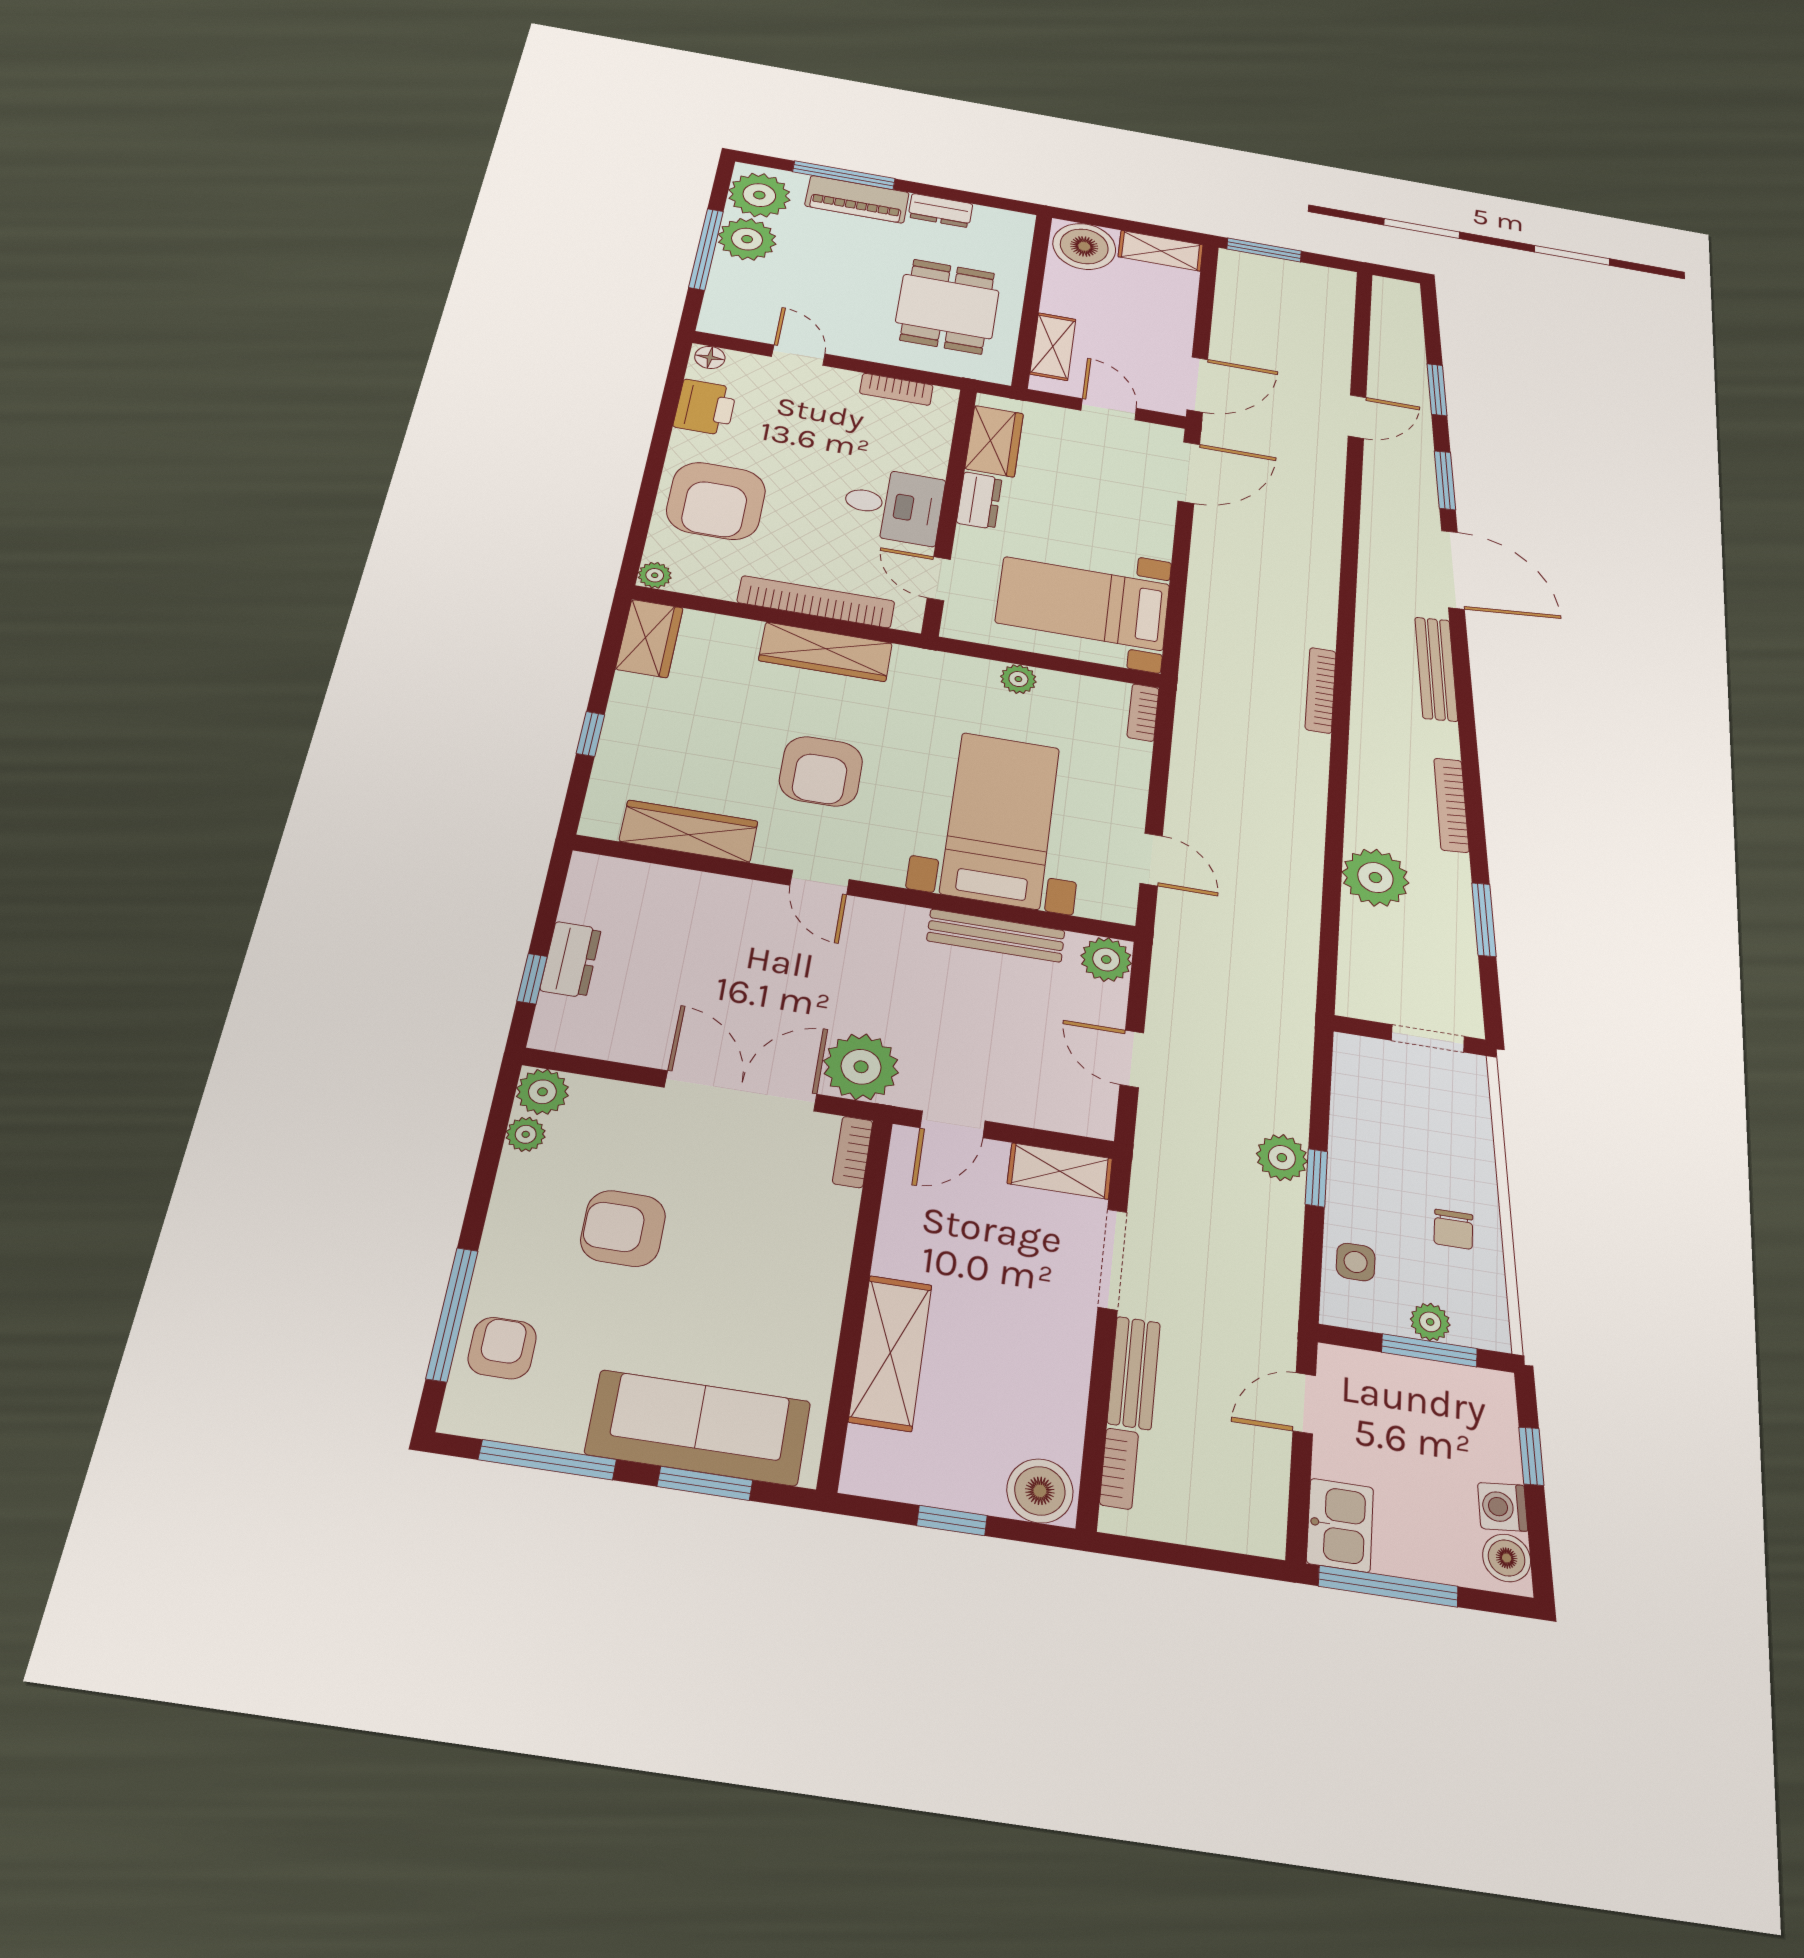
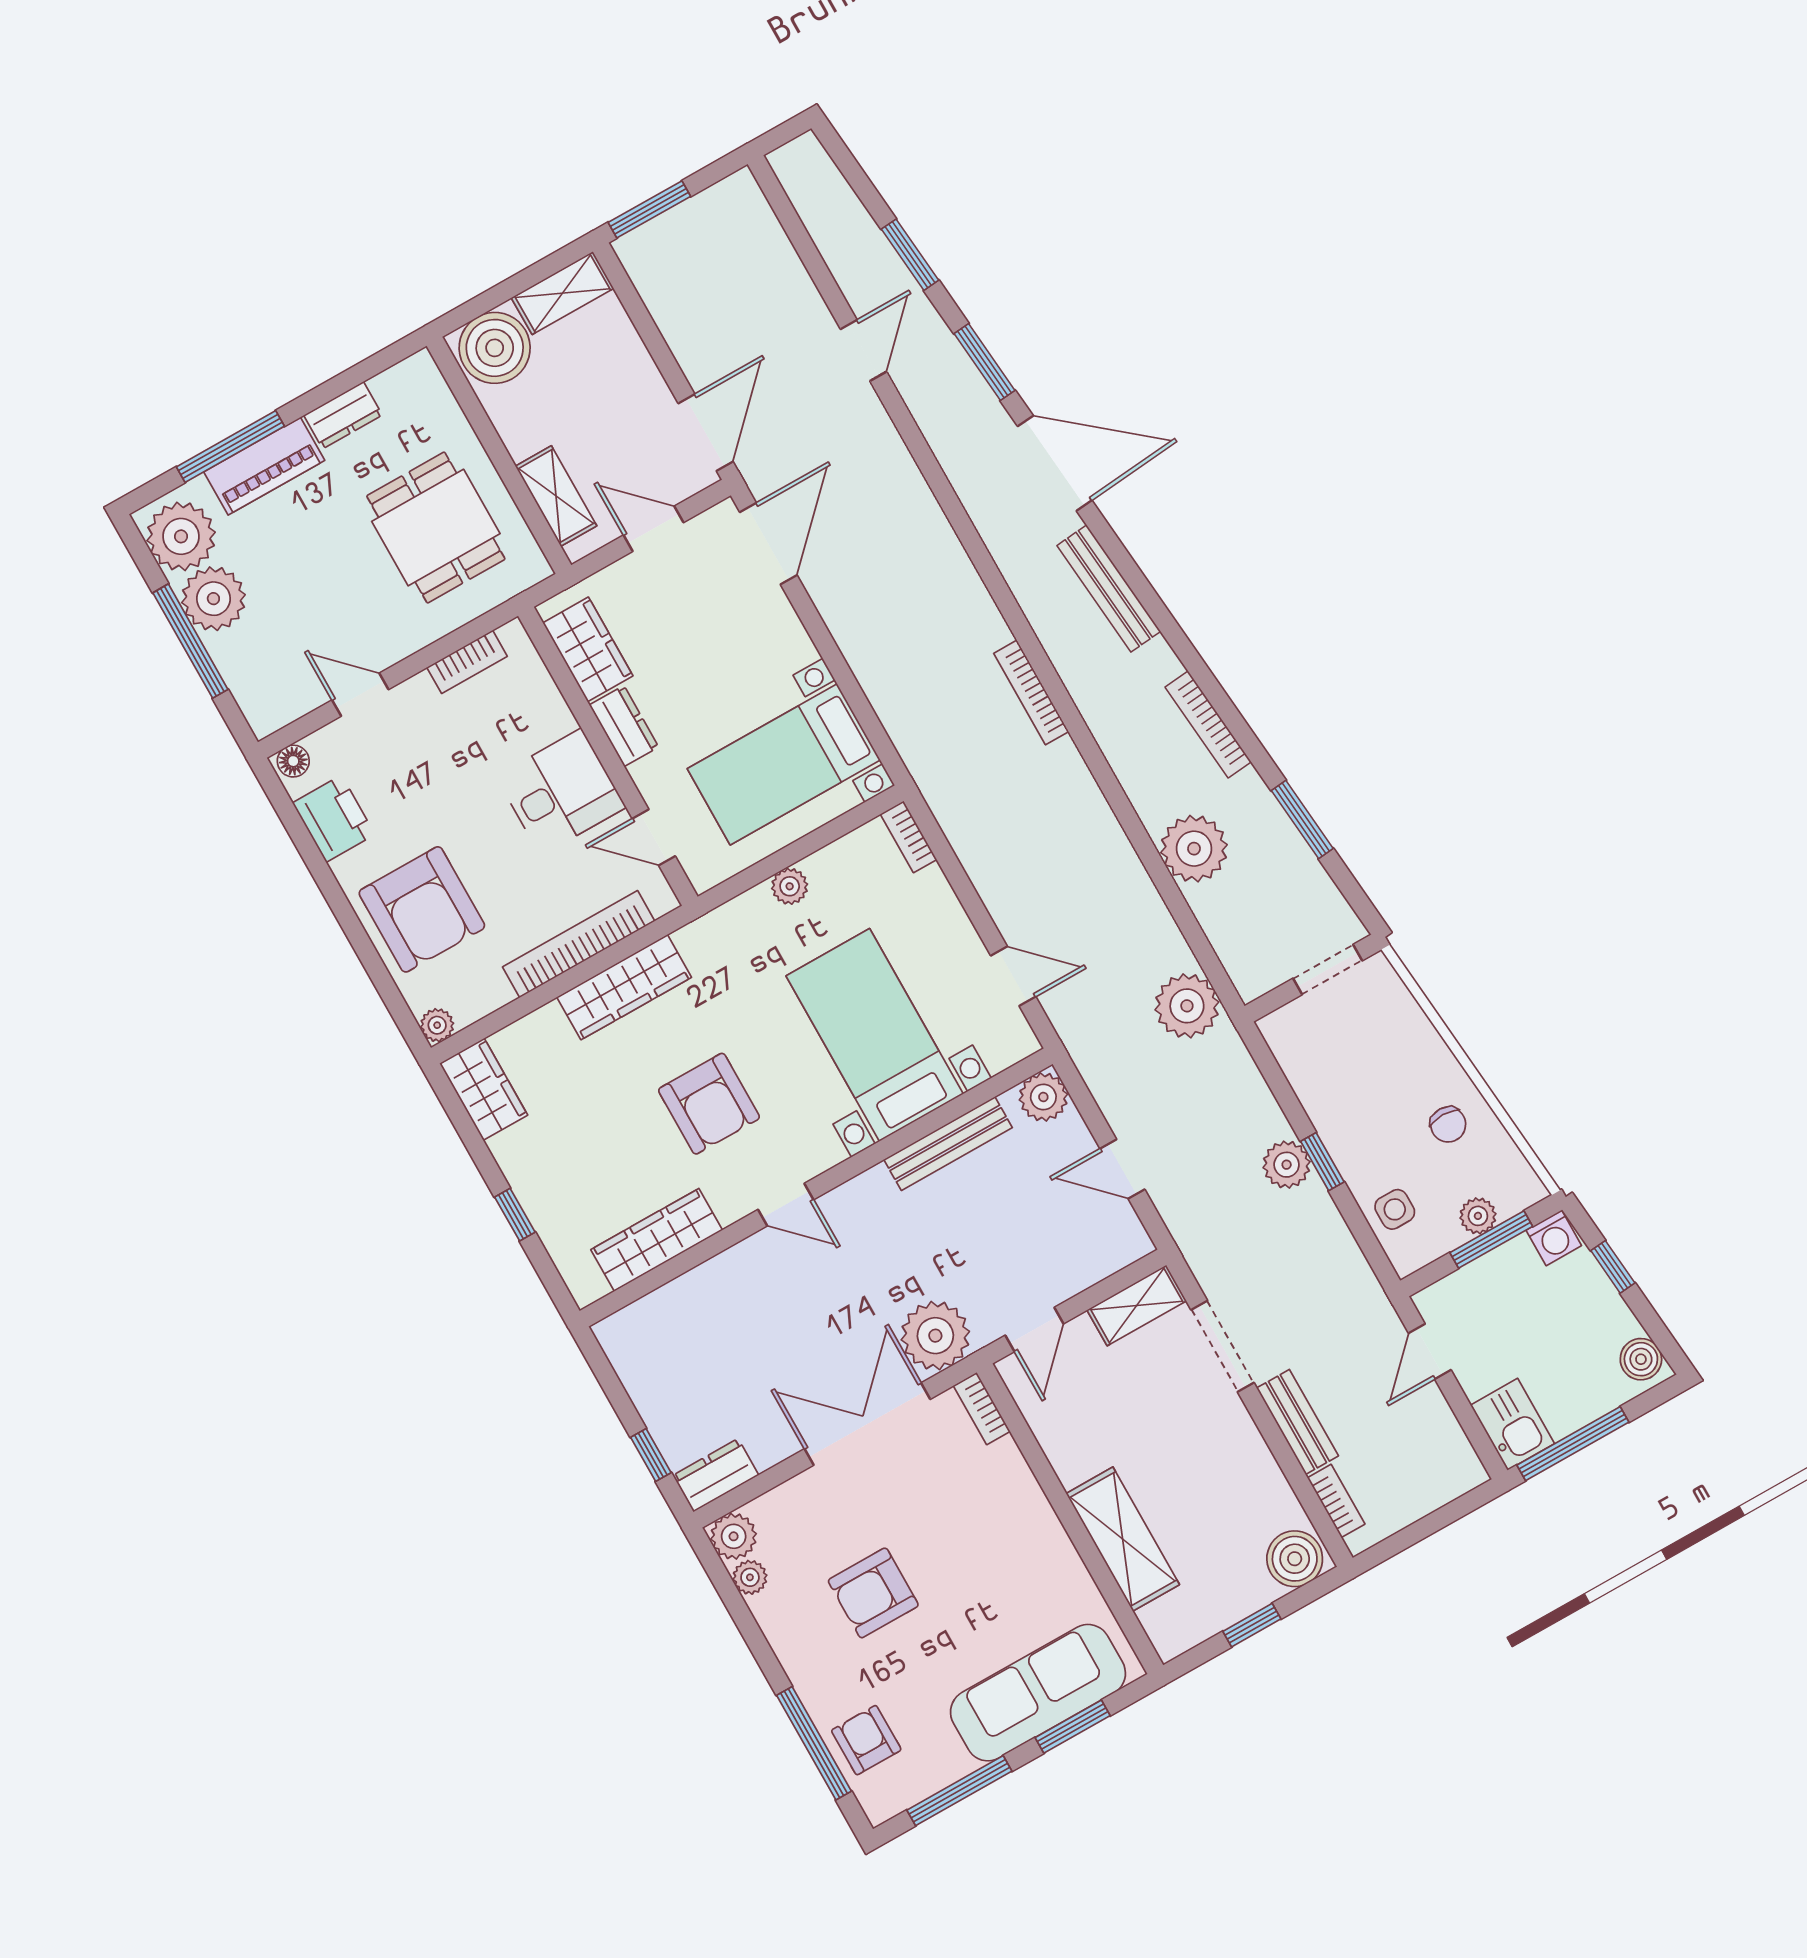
dresser: (571, 959) -> (716, 1475), moved, turned -90
plant: (1284, 981) -> (1187, 1006), added
washing machine: (1503, 1507) -> (1554, 1238), moved, turned -85

